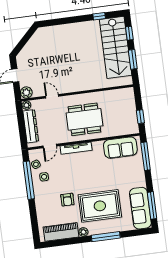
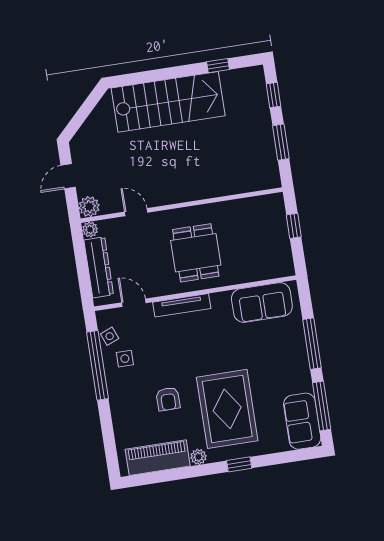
stairs: (116, 47) -> (168, 102), moved, turned -90
window: (140, 117) -> (294, 226), moved
dining table: (84, 119) -> (196, 253), width x0.73
door: (50, 146) -> (134, 303), swing flipped
window: (146, 156) -> (312, 344), moved
rug: (100, 206) -> (227, 409), turned 90
sofa: (140, 208) -> (302, 421), width x0.73
window: (106, 237) -> (239, 464), width x0.46

